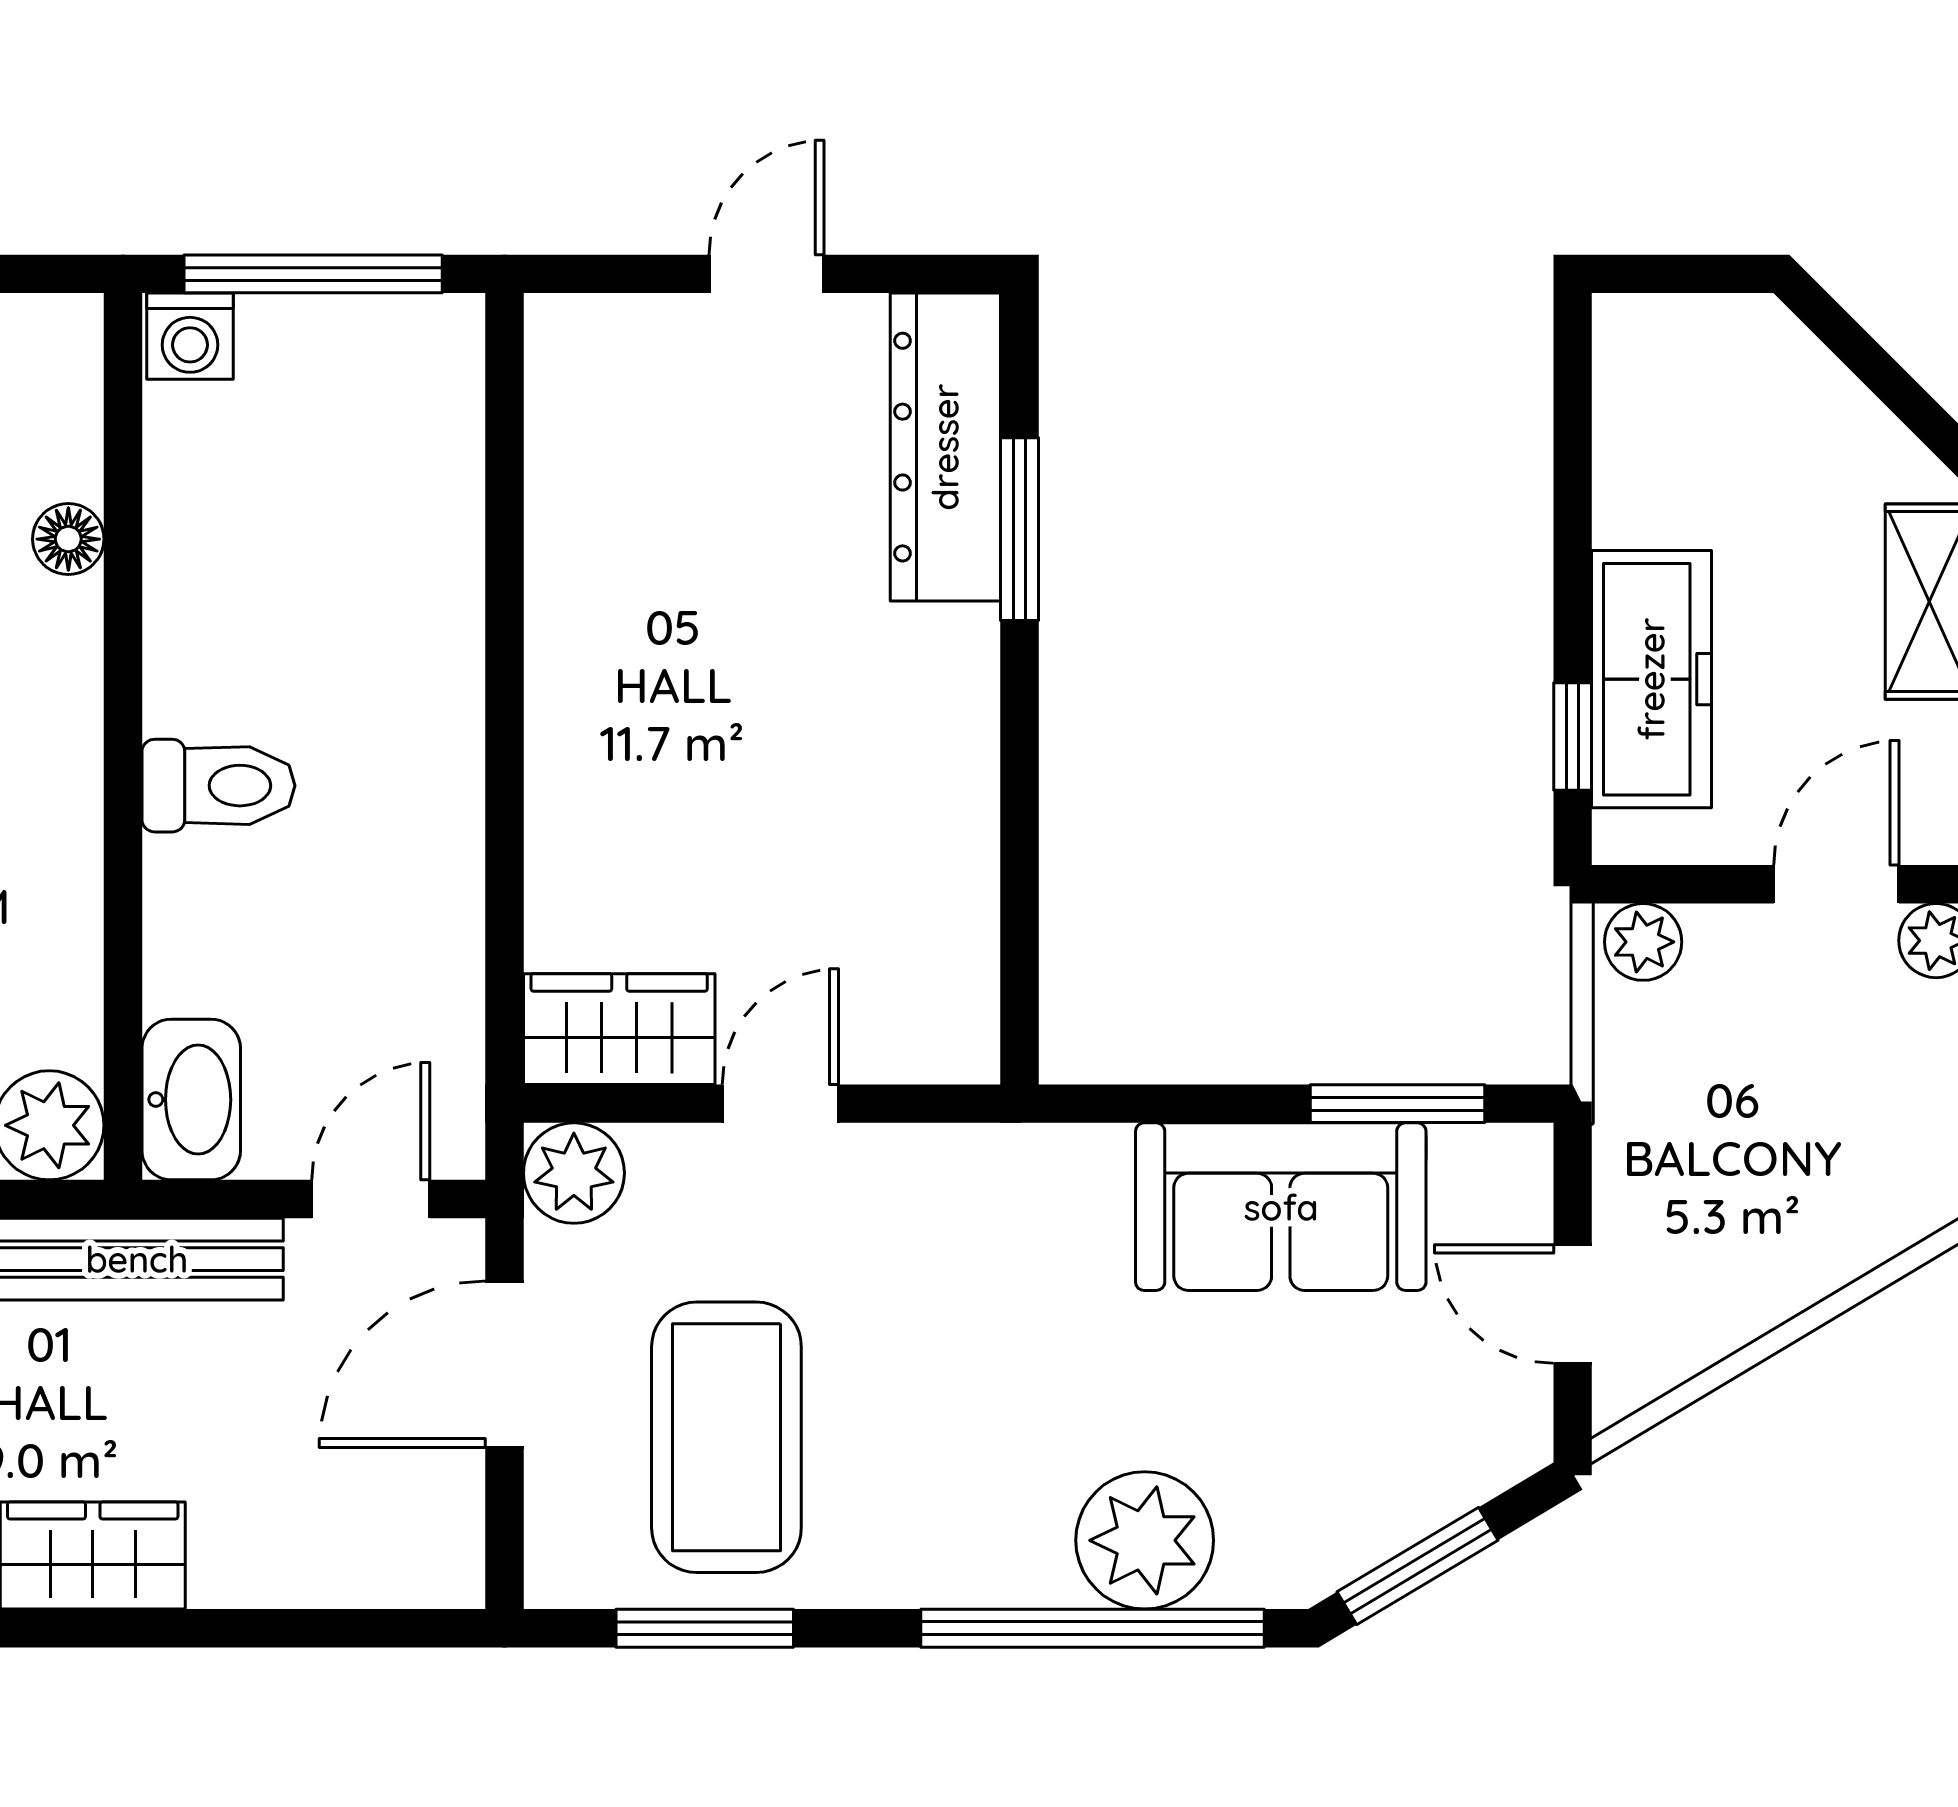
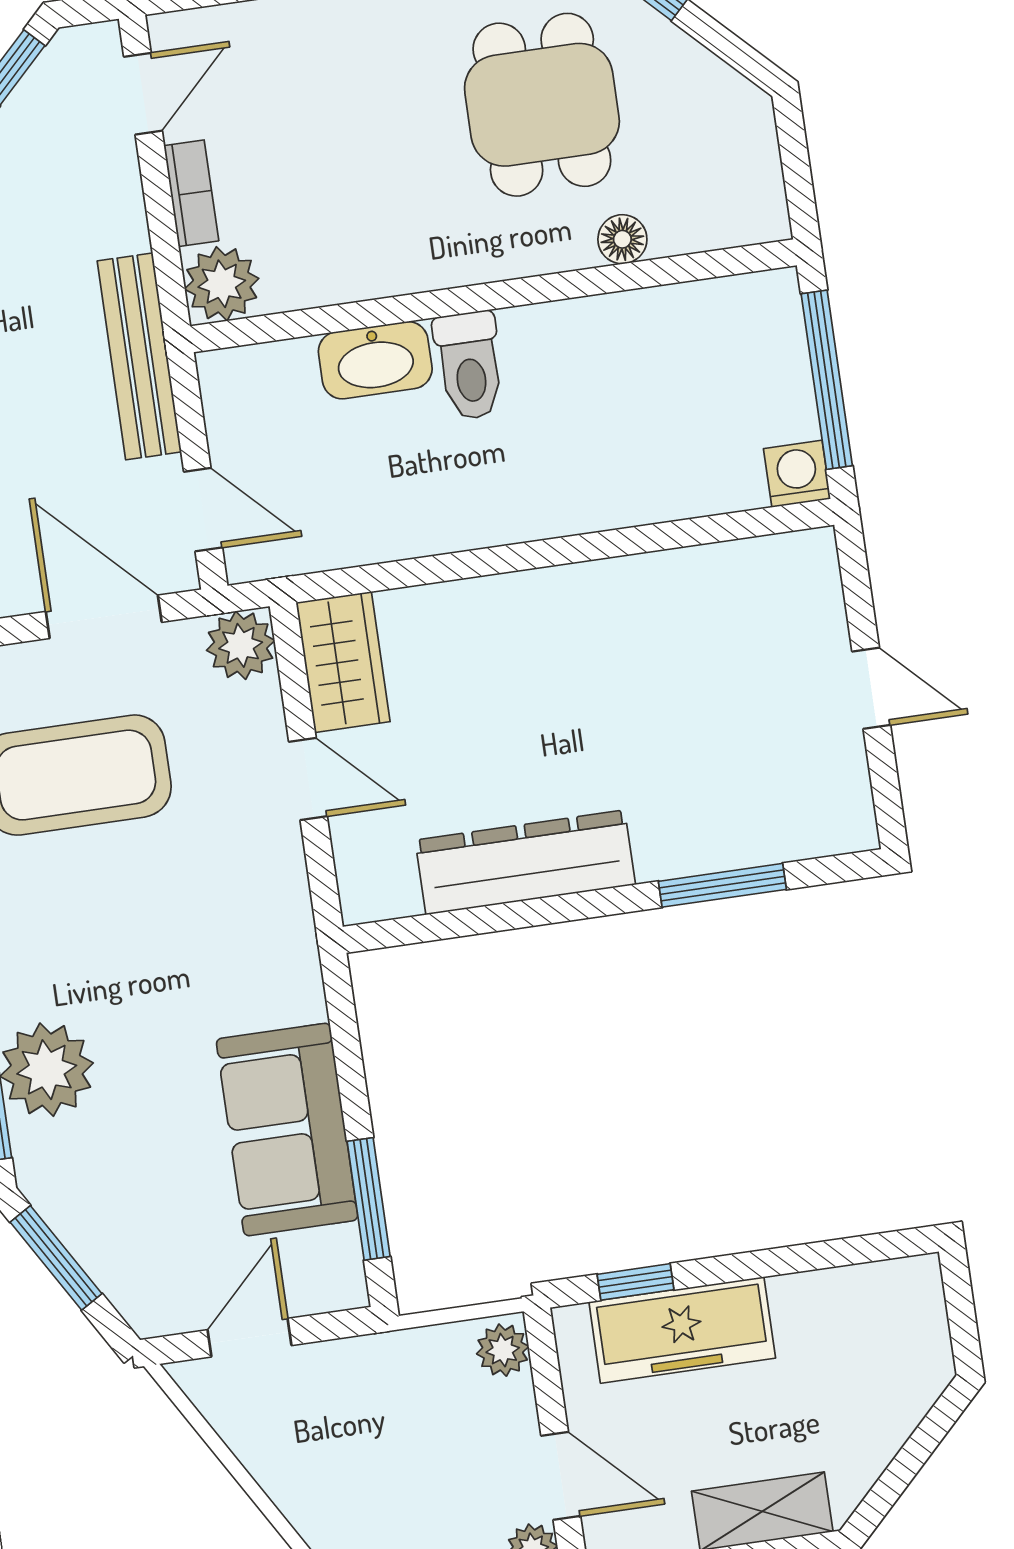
washing machine: (190, 336) -> (797, 474), moved, turned 90
dresser: (945, 447) -> (525, 862), moved
washbasin: (191, 1100) -> (375, 360), moved

